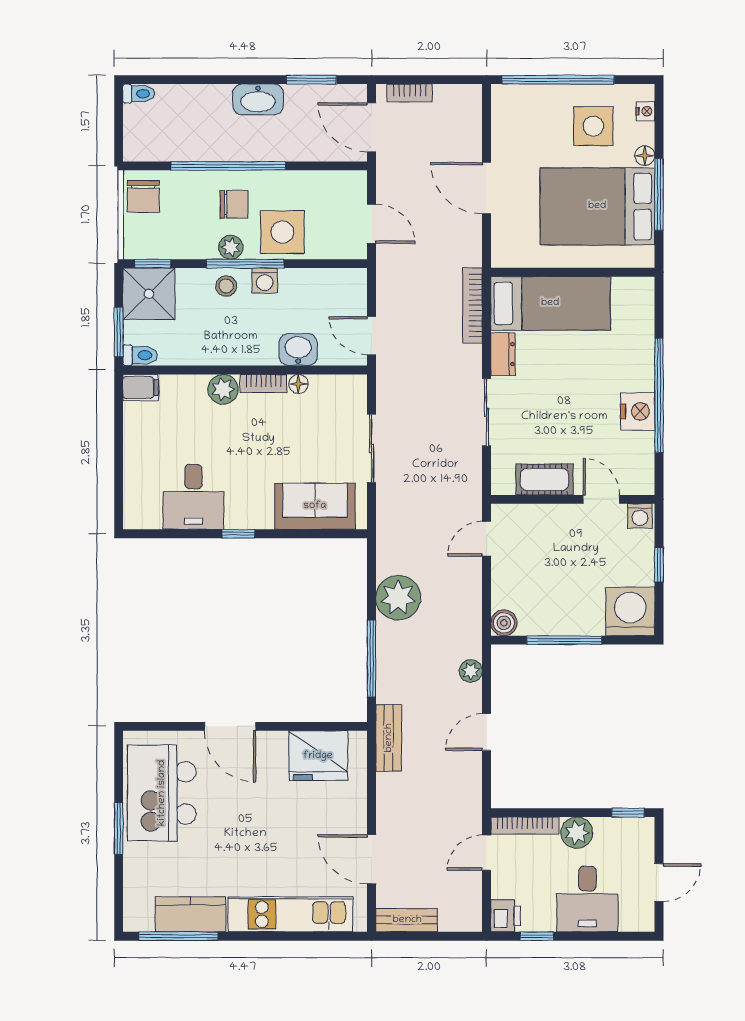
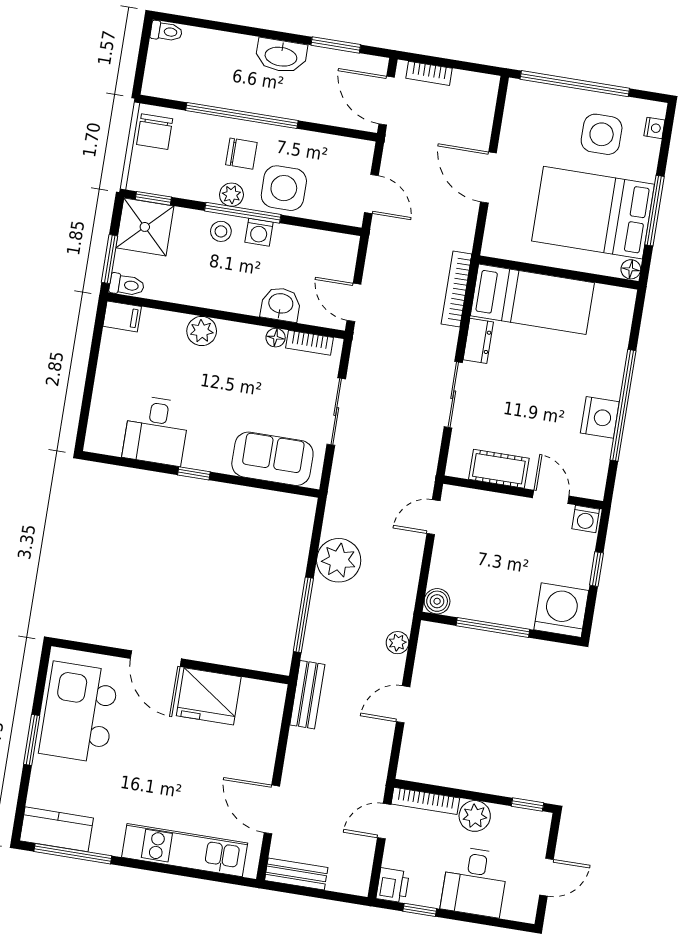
floor lamp: (645, 156) -> (631, 269), moved
bookcase: (263, 384) -> (310, 343), moved
fridge: (318, 756) -> (209, 696), moved
kitchen counter: (191, 914) -> (57, 829), moved

